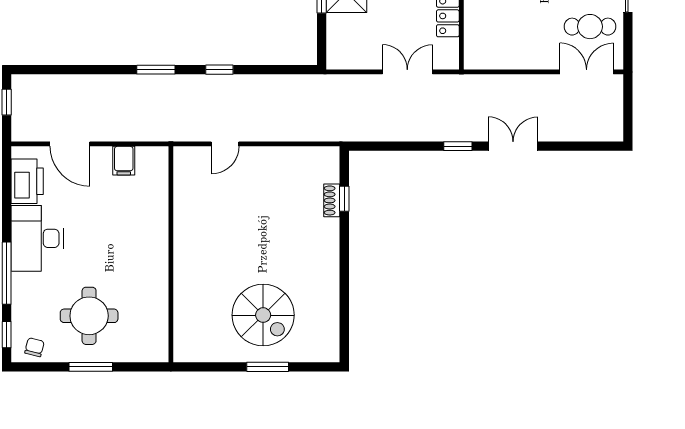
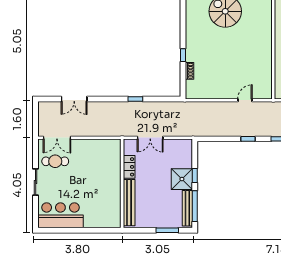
window: (458, 146) -> (135, 99), moved
double door: (513, 146) -> (74, 99), moved
window: (344, 199) -> (183, 55), moved

